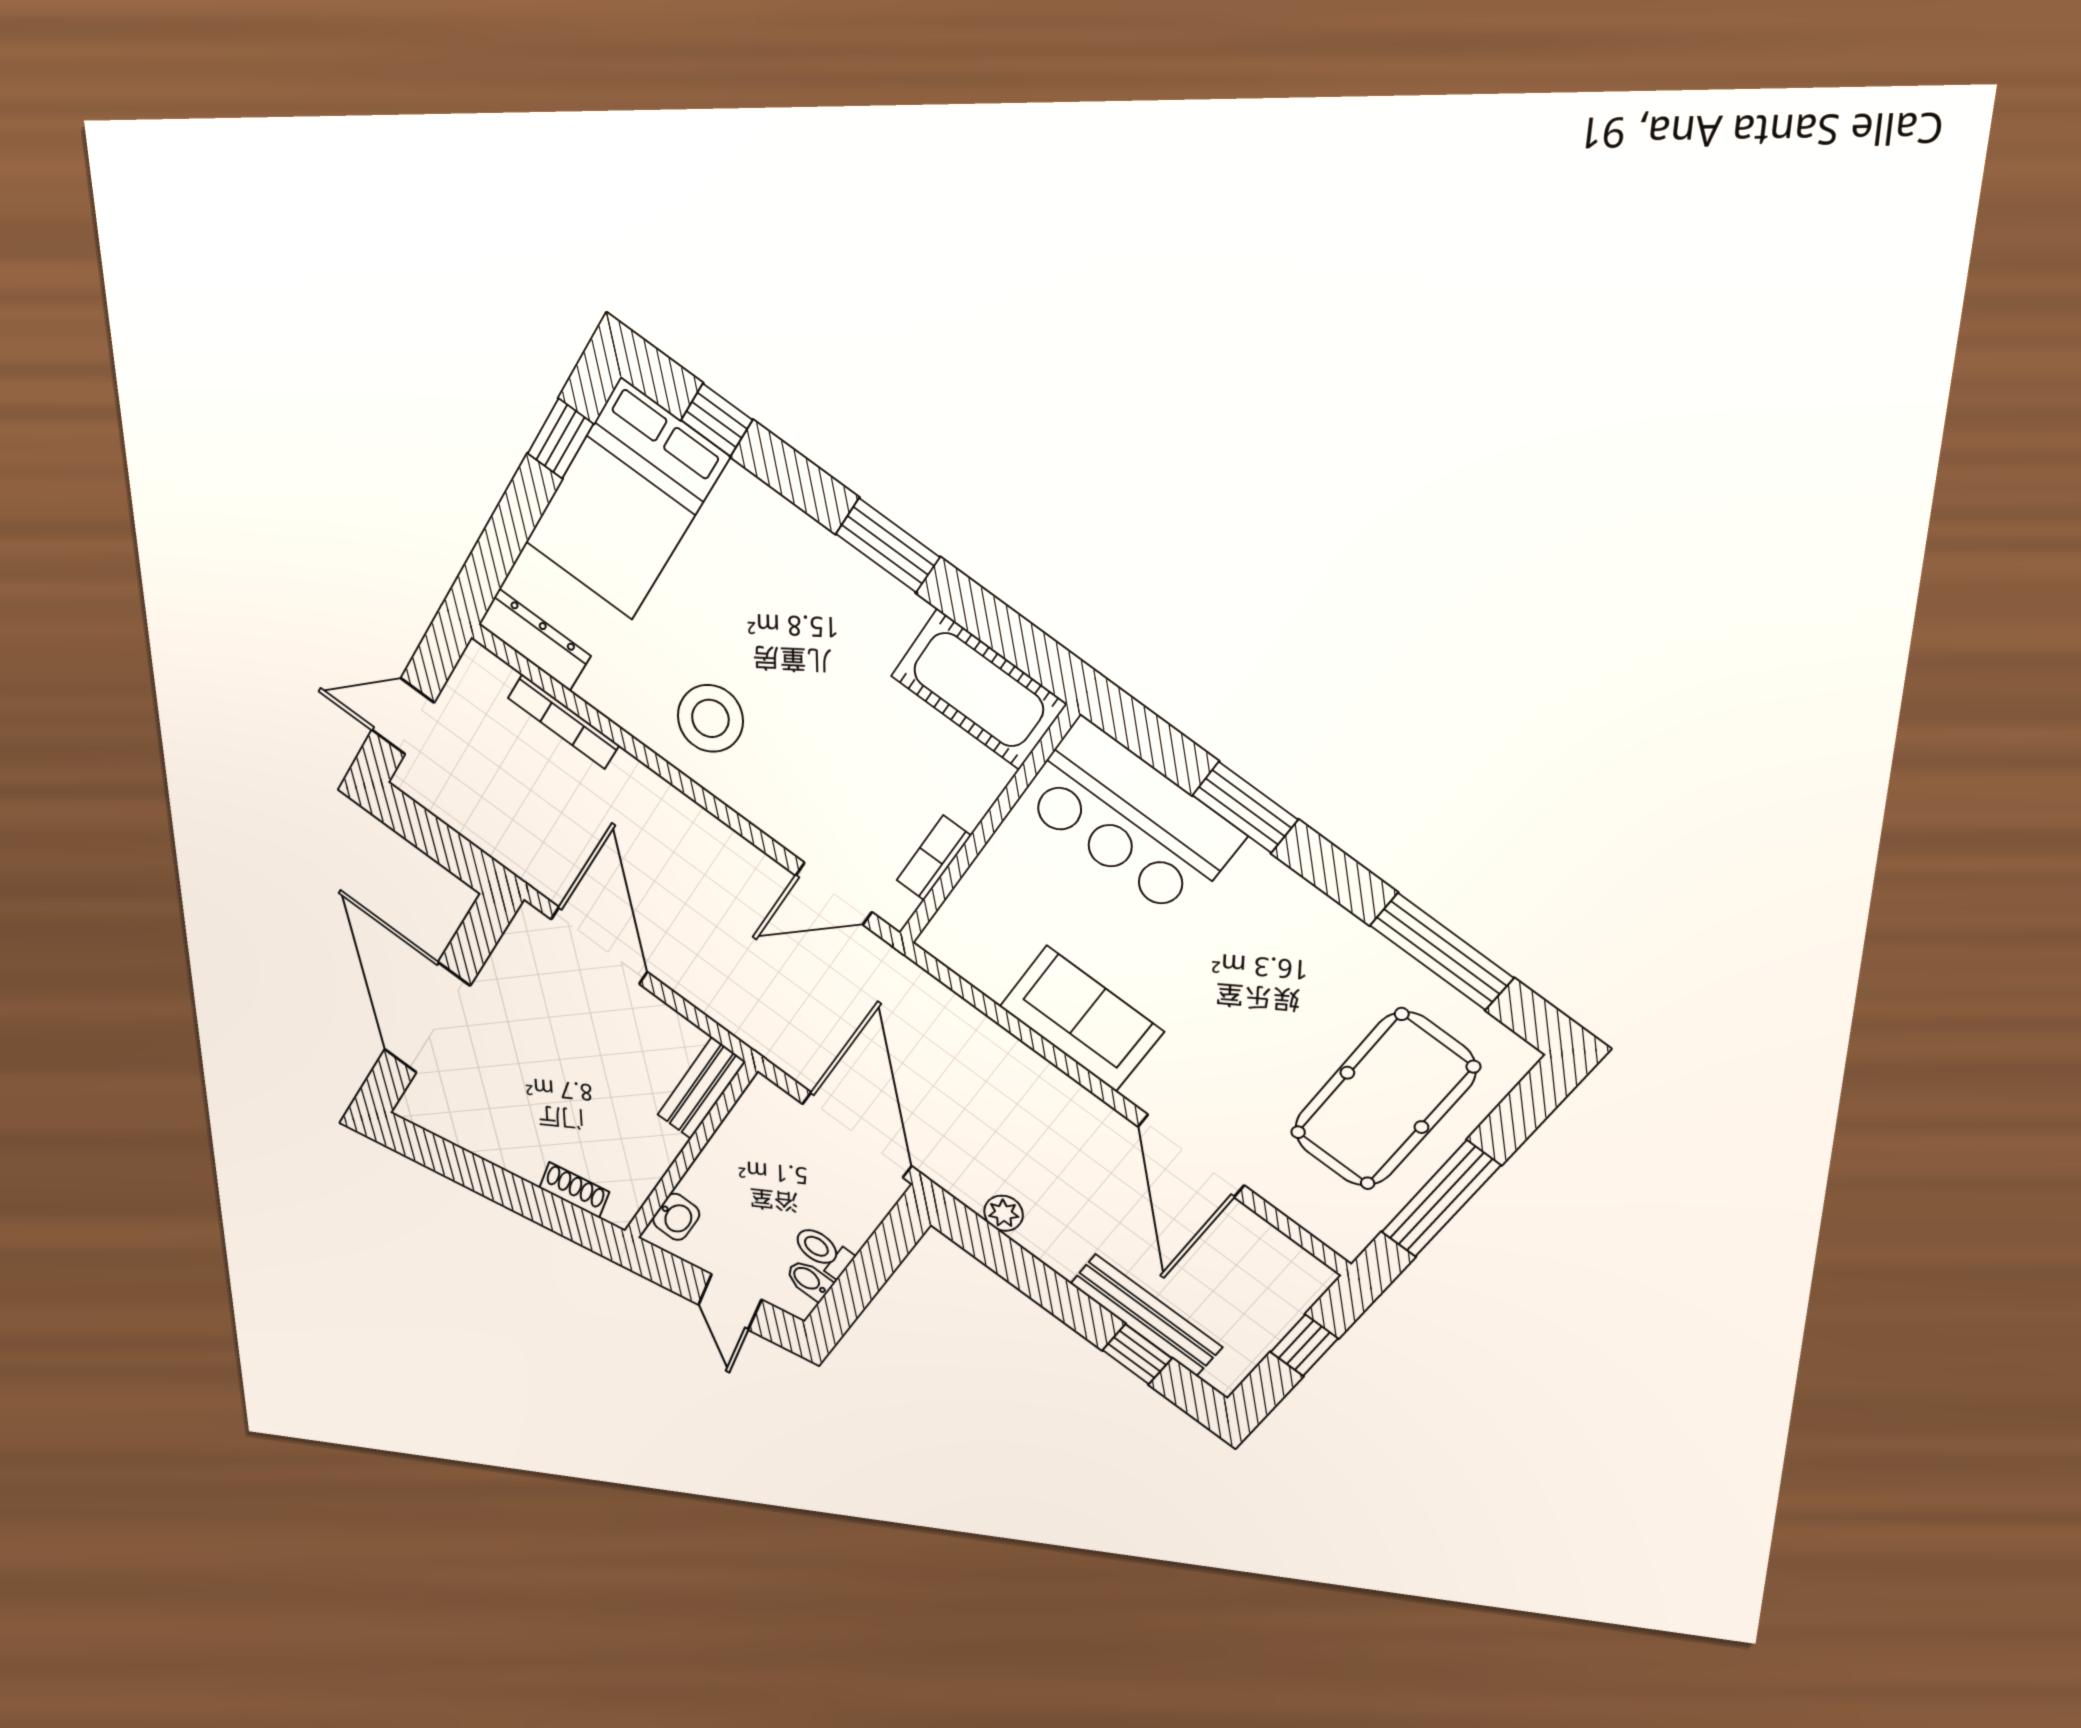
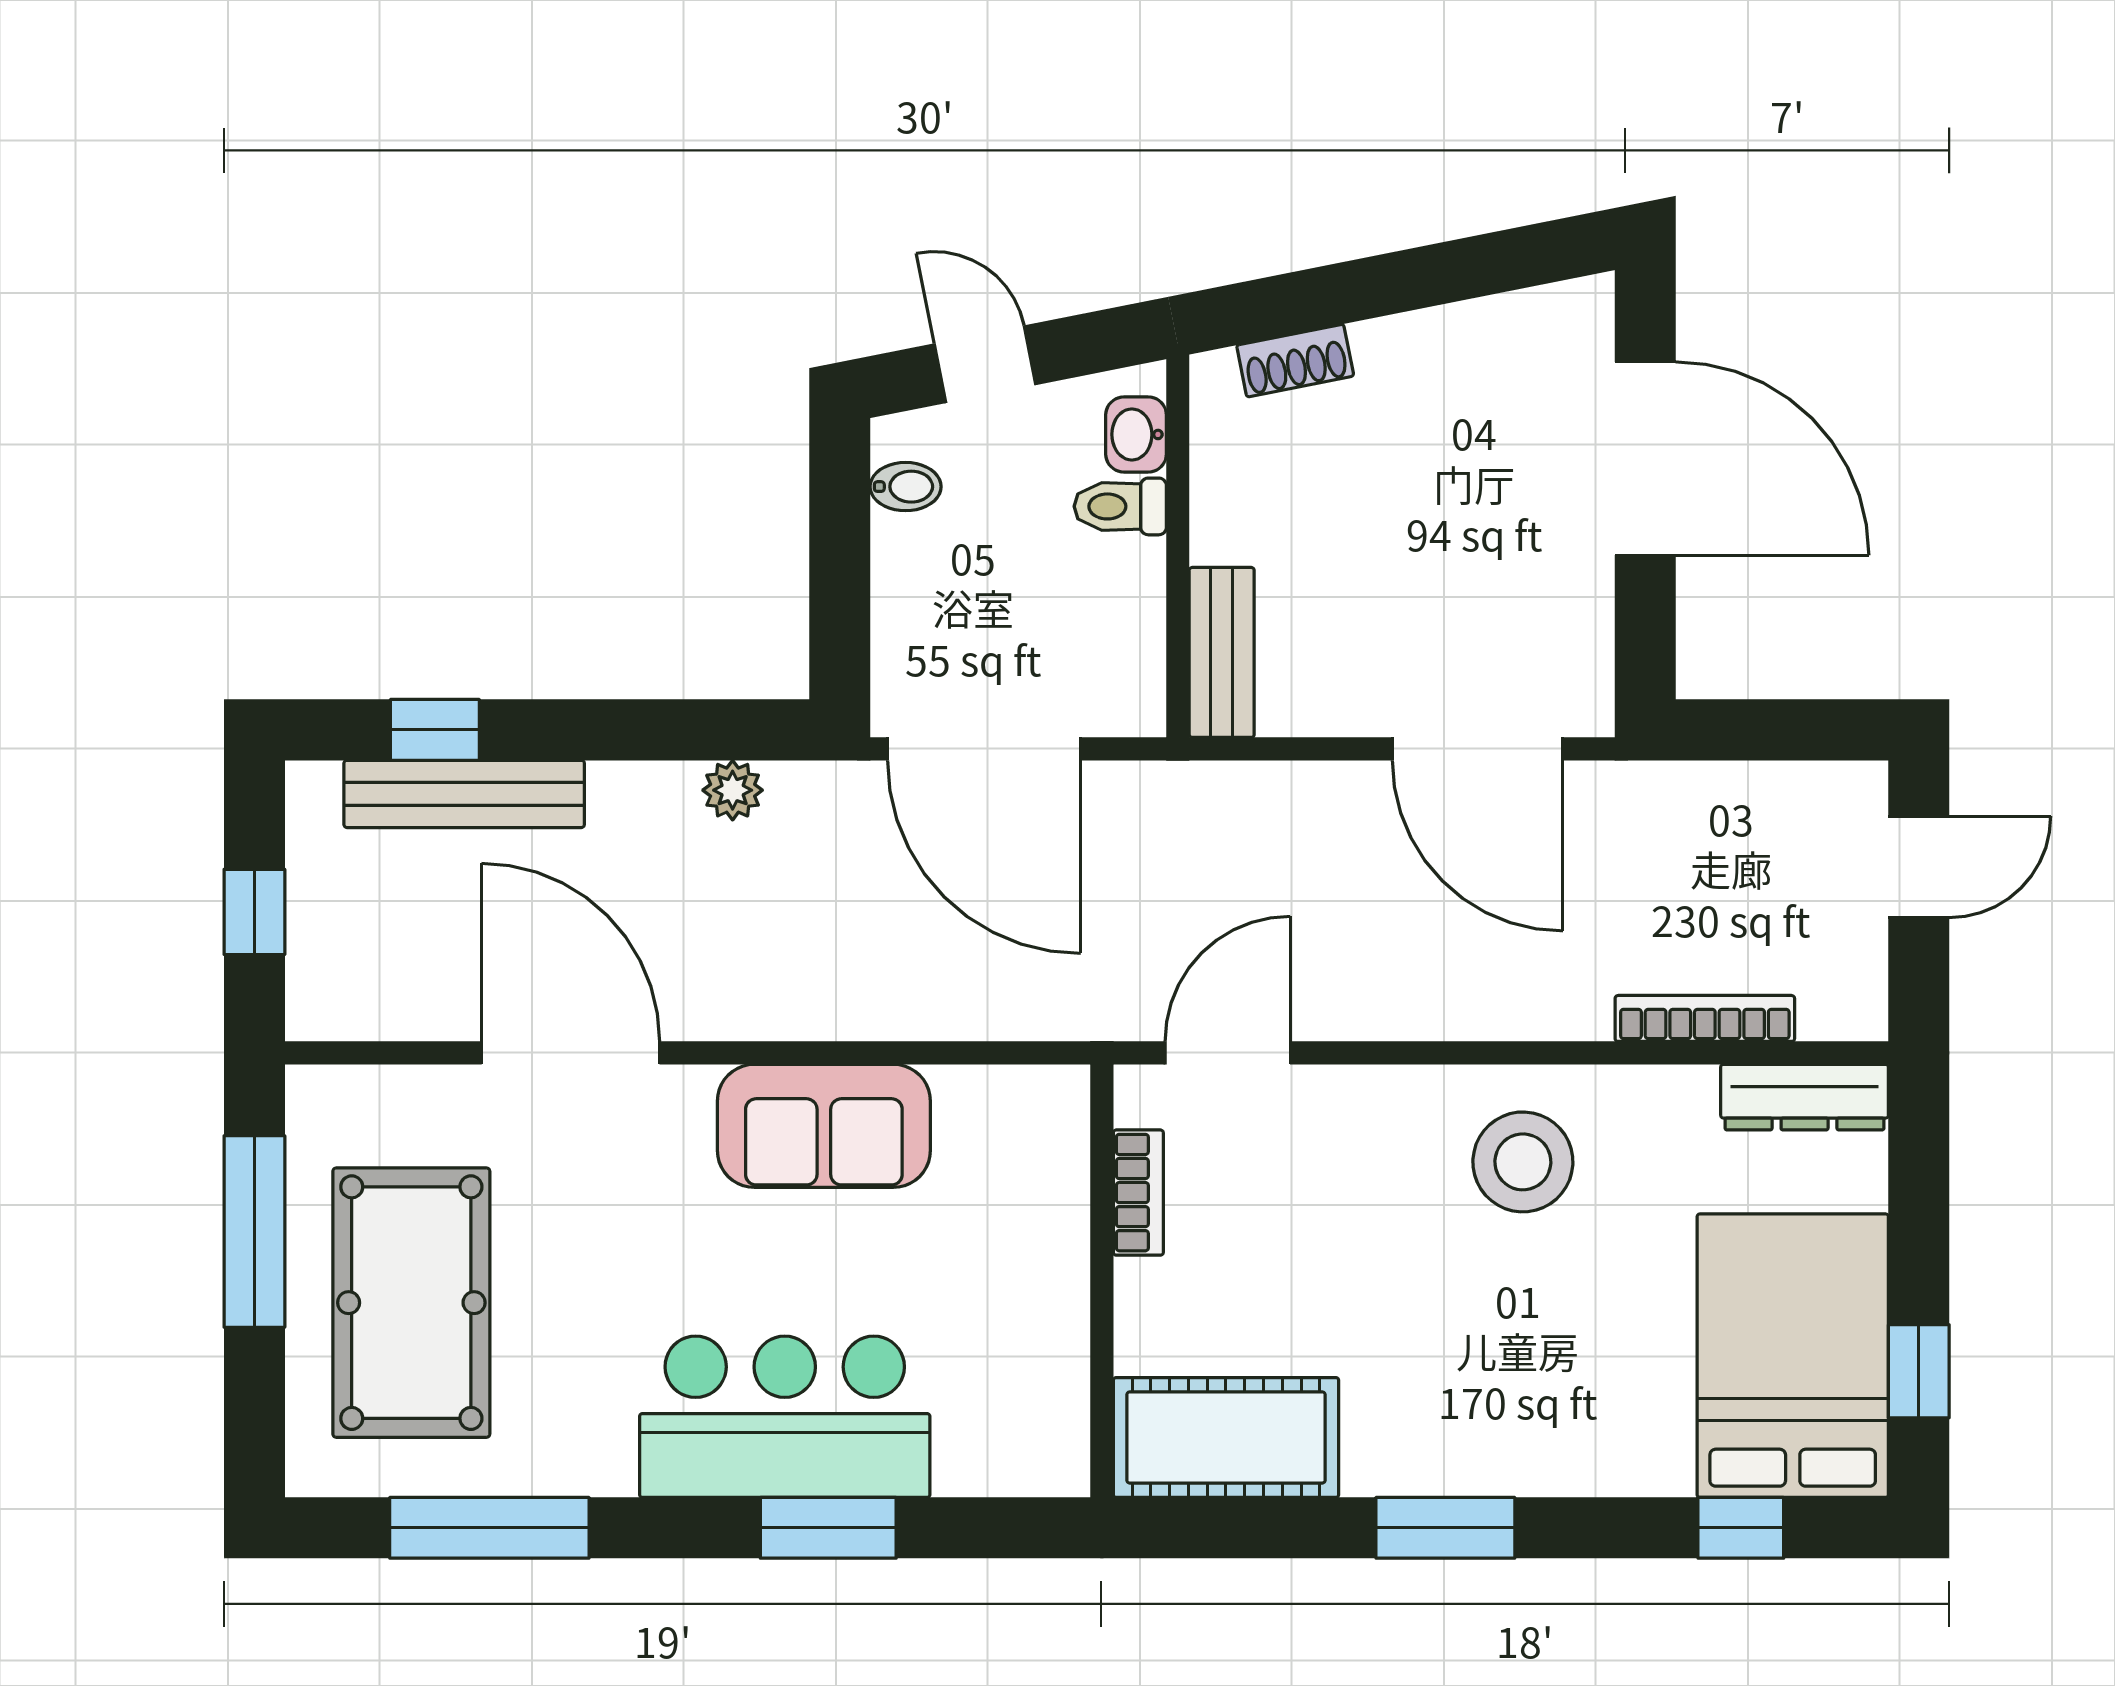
bar counter: (1131, 819) -> (785, 1417), moved
toilet: (823, 1251) -> (1120, 506), moved, turned 180

